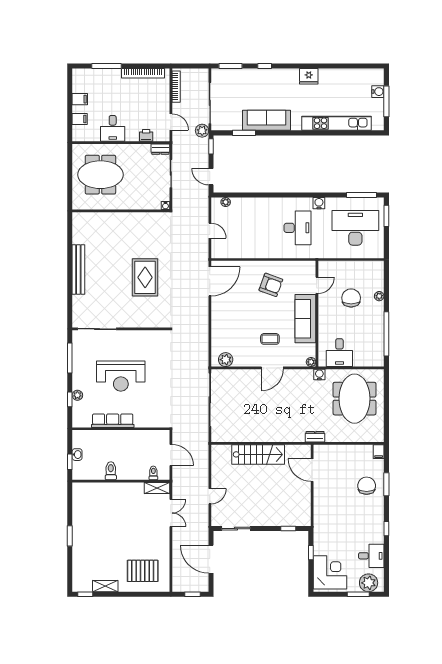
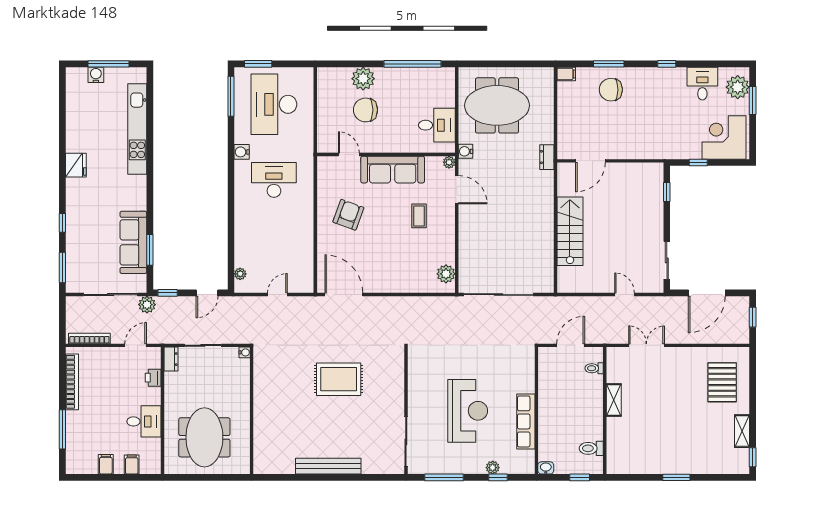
sofa: (267, 120) -> (133, 242), moved
plant: (379, 296) -> (363, 79), width x1.87, depth x1.87
door: (272, 368) -> (457, 190), moved
washbasin: (77, 455) -> (546, 468), moved
toilet: (111, 471) -> (591, 448), moved
shelving: (157, 488) -> (614, 400), moved

